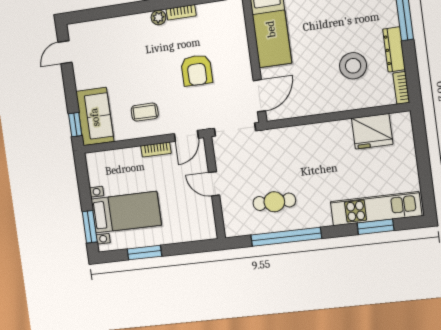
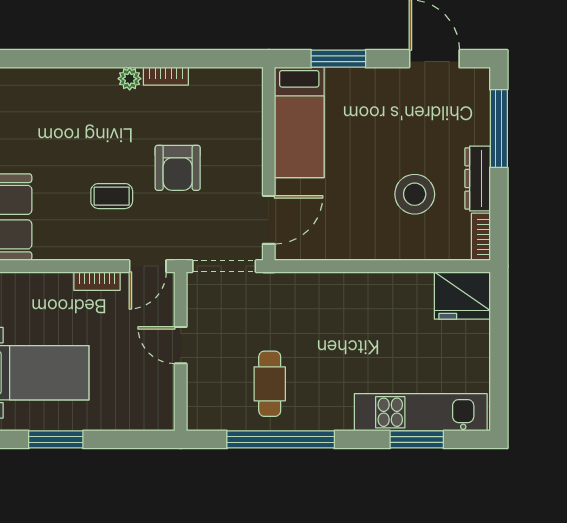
coffee table: (145, 112) -> (112, 196), moved
fridge: (372, 131) -> (462, 295), moved
cafe table: (274, 202) -> (270, 384), turned 90

